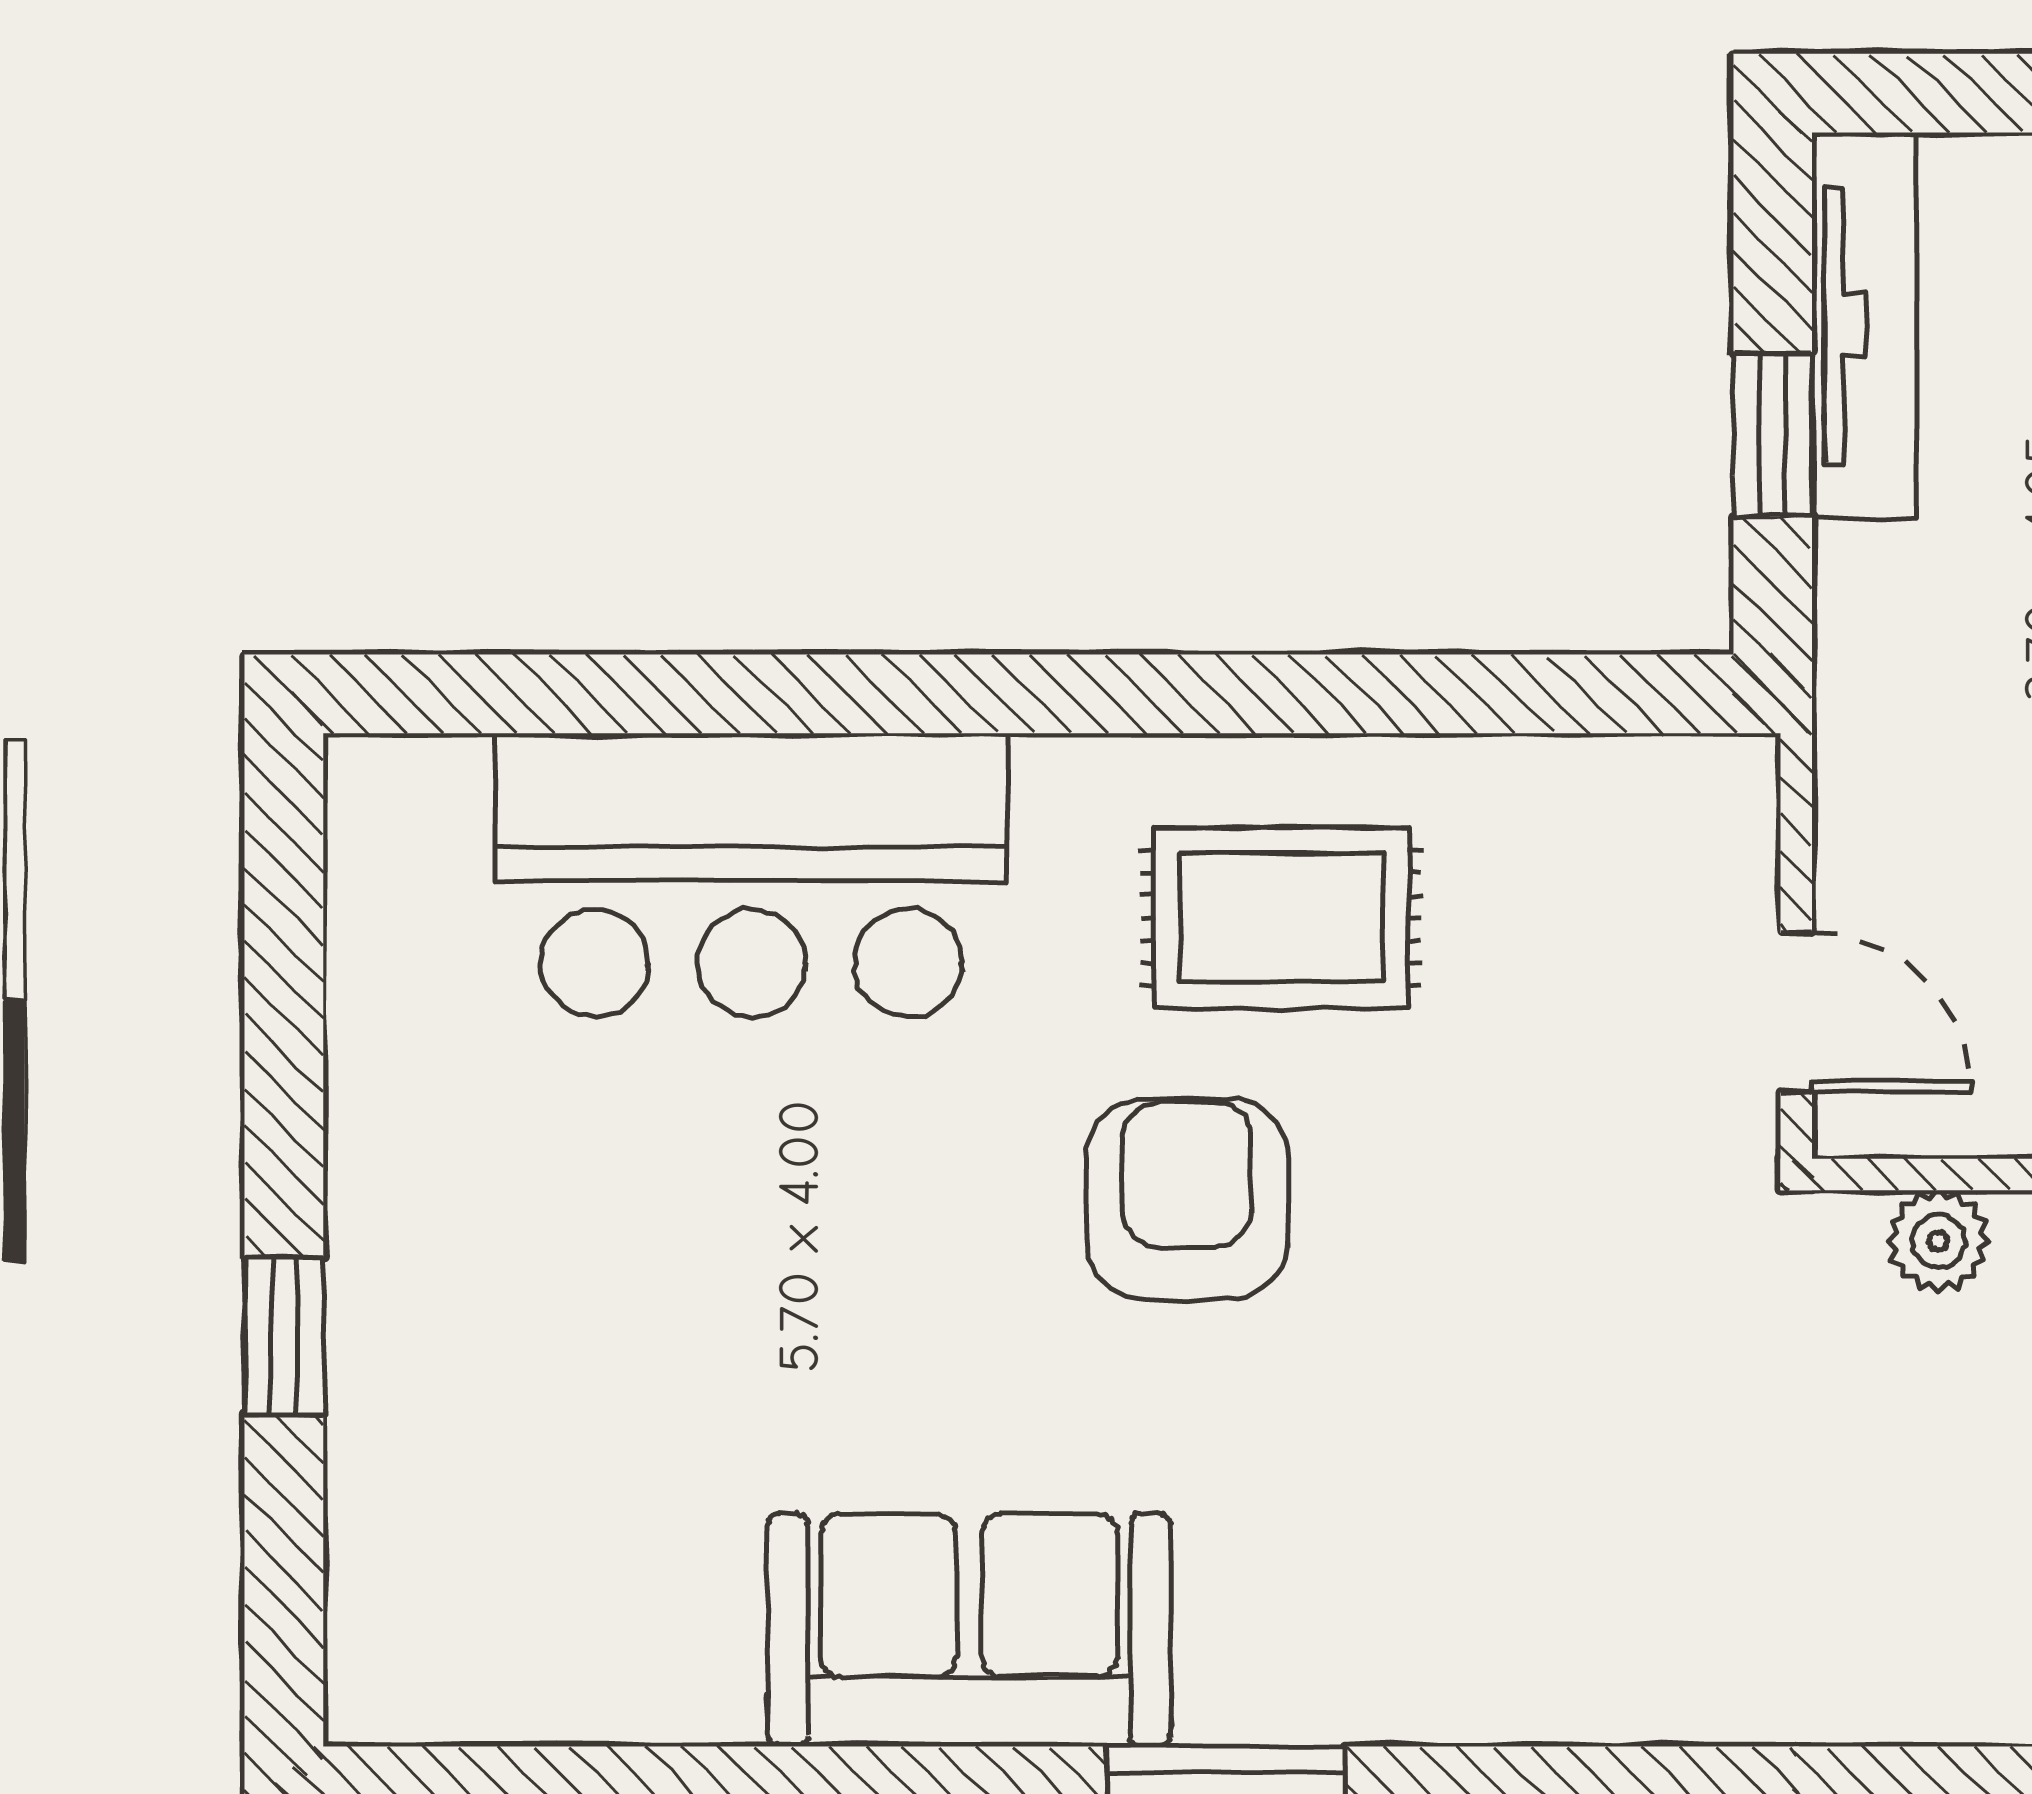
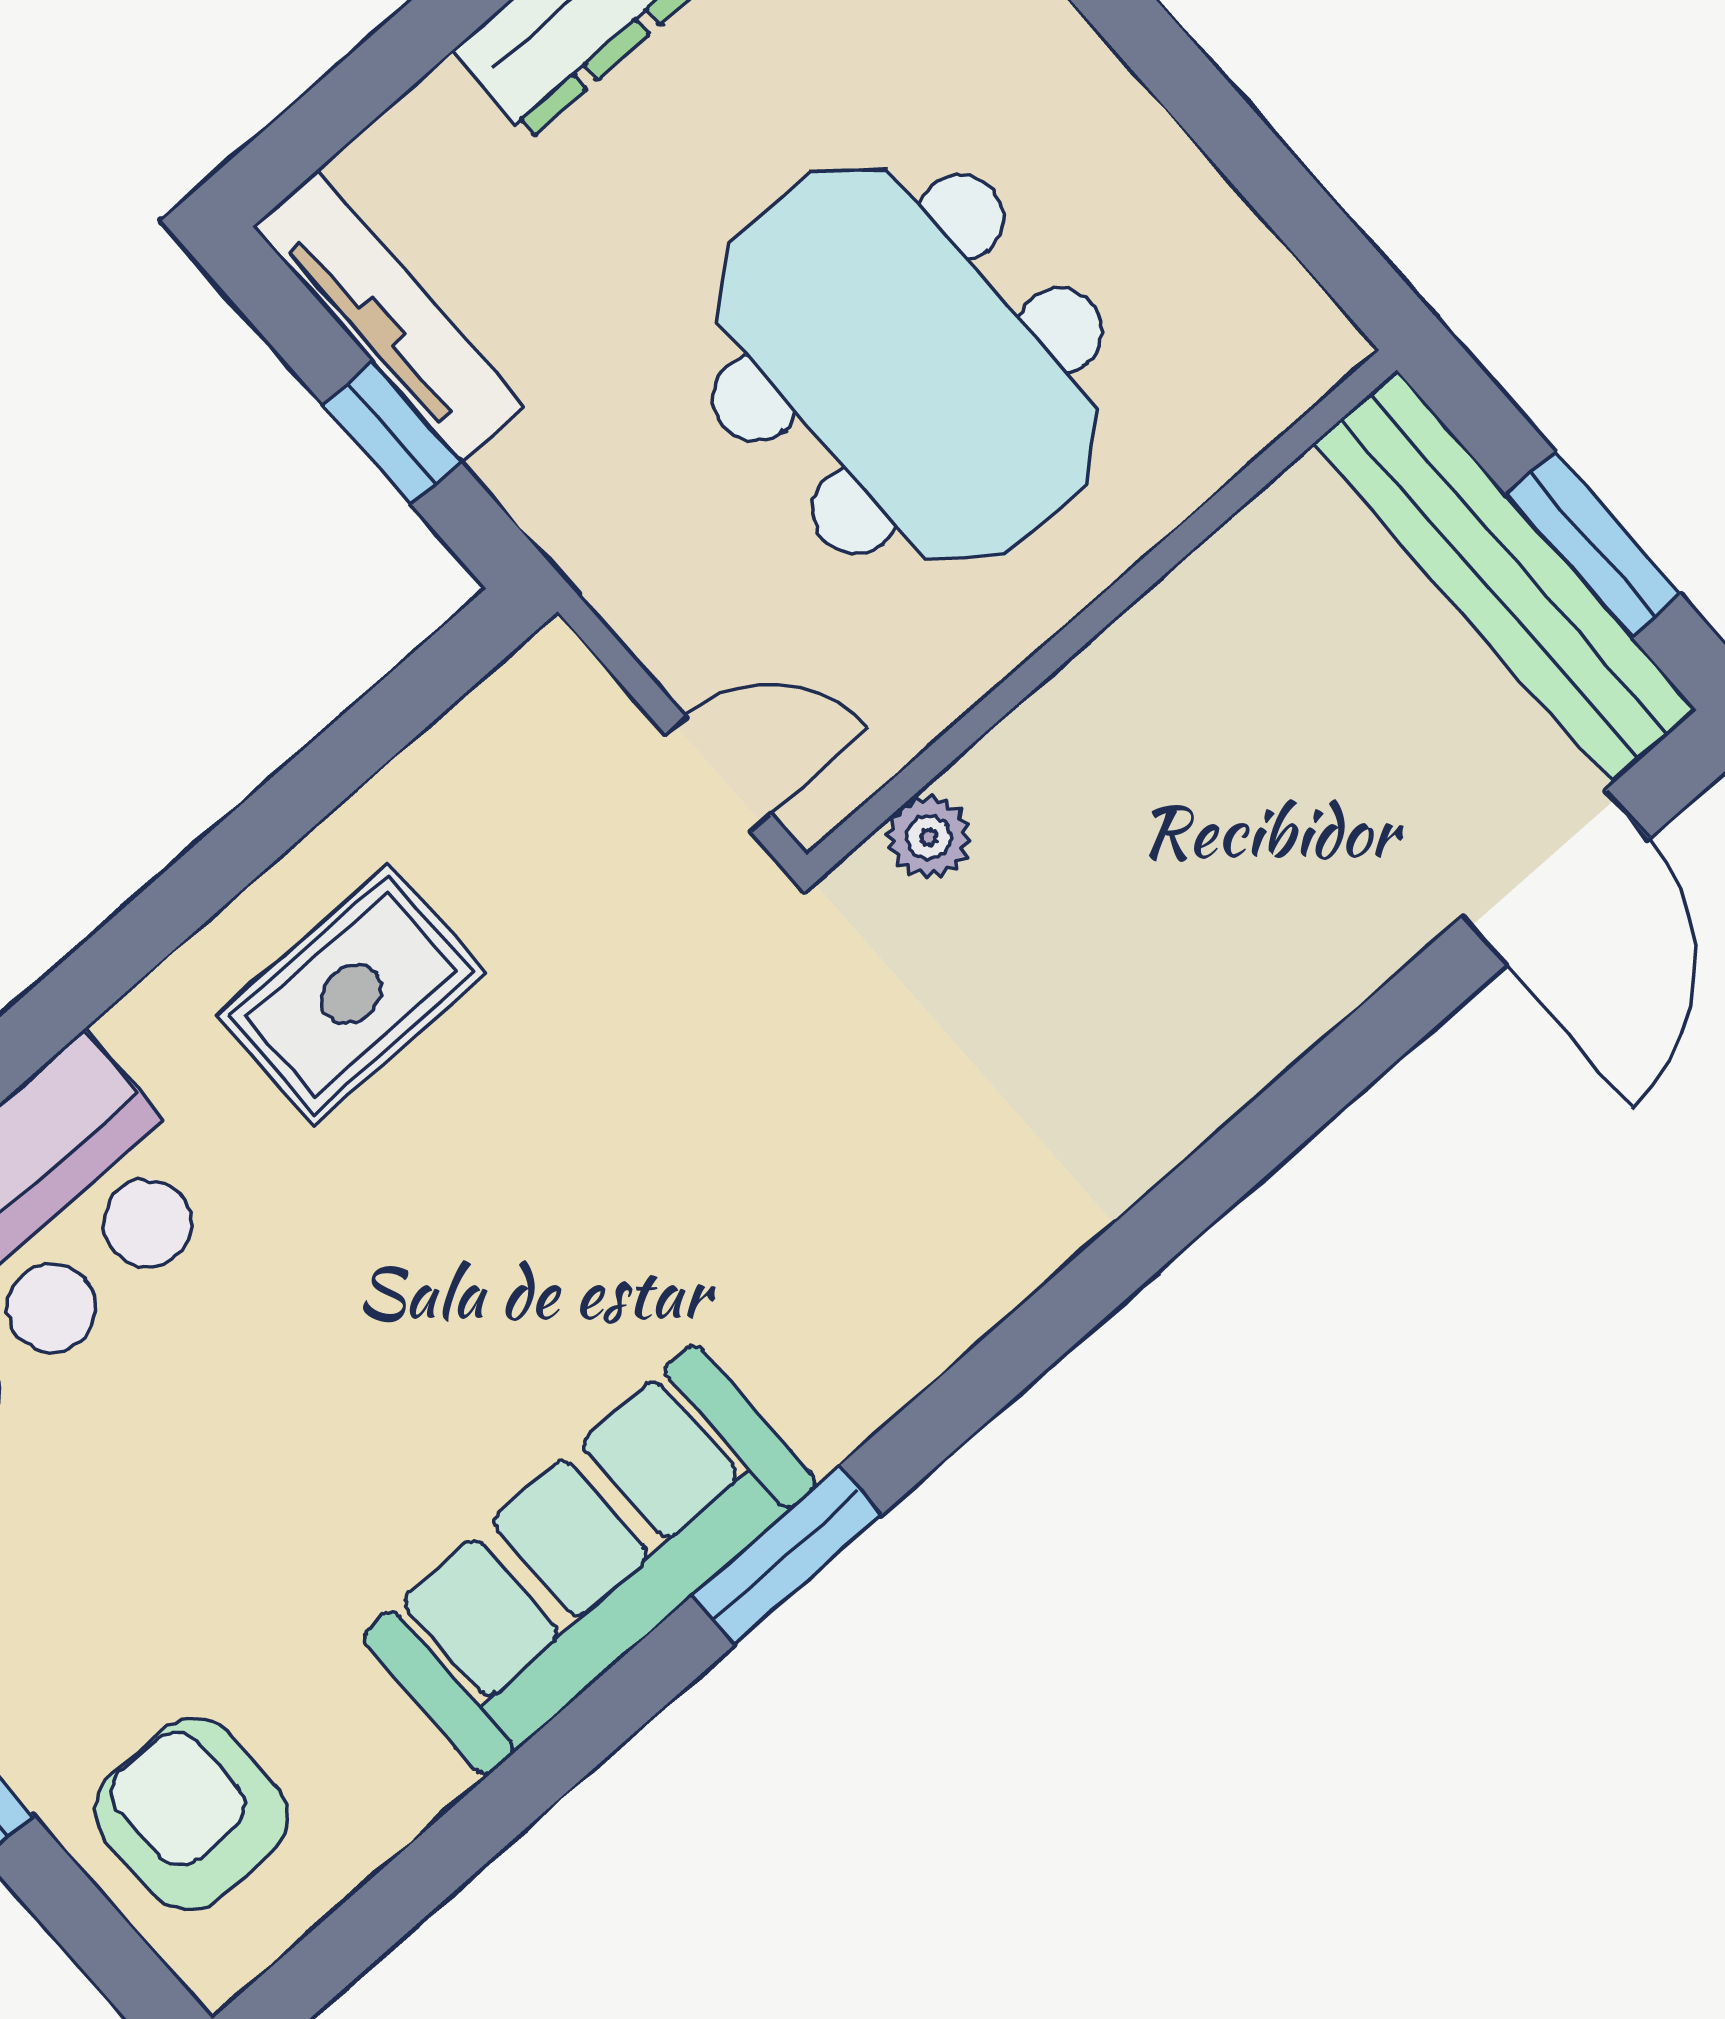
armchair: (1187, 1199) -> (191, 1814), moved
sofa: (969, 1630) -> (589, 1560), width x1.36

